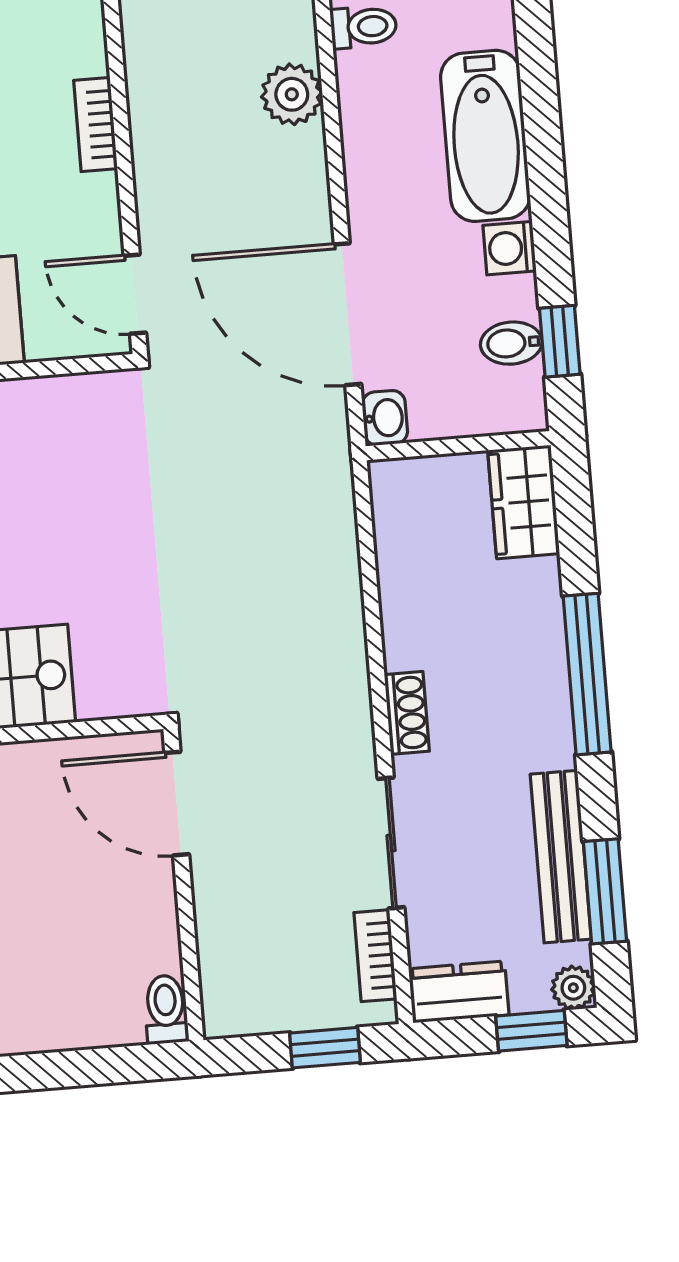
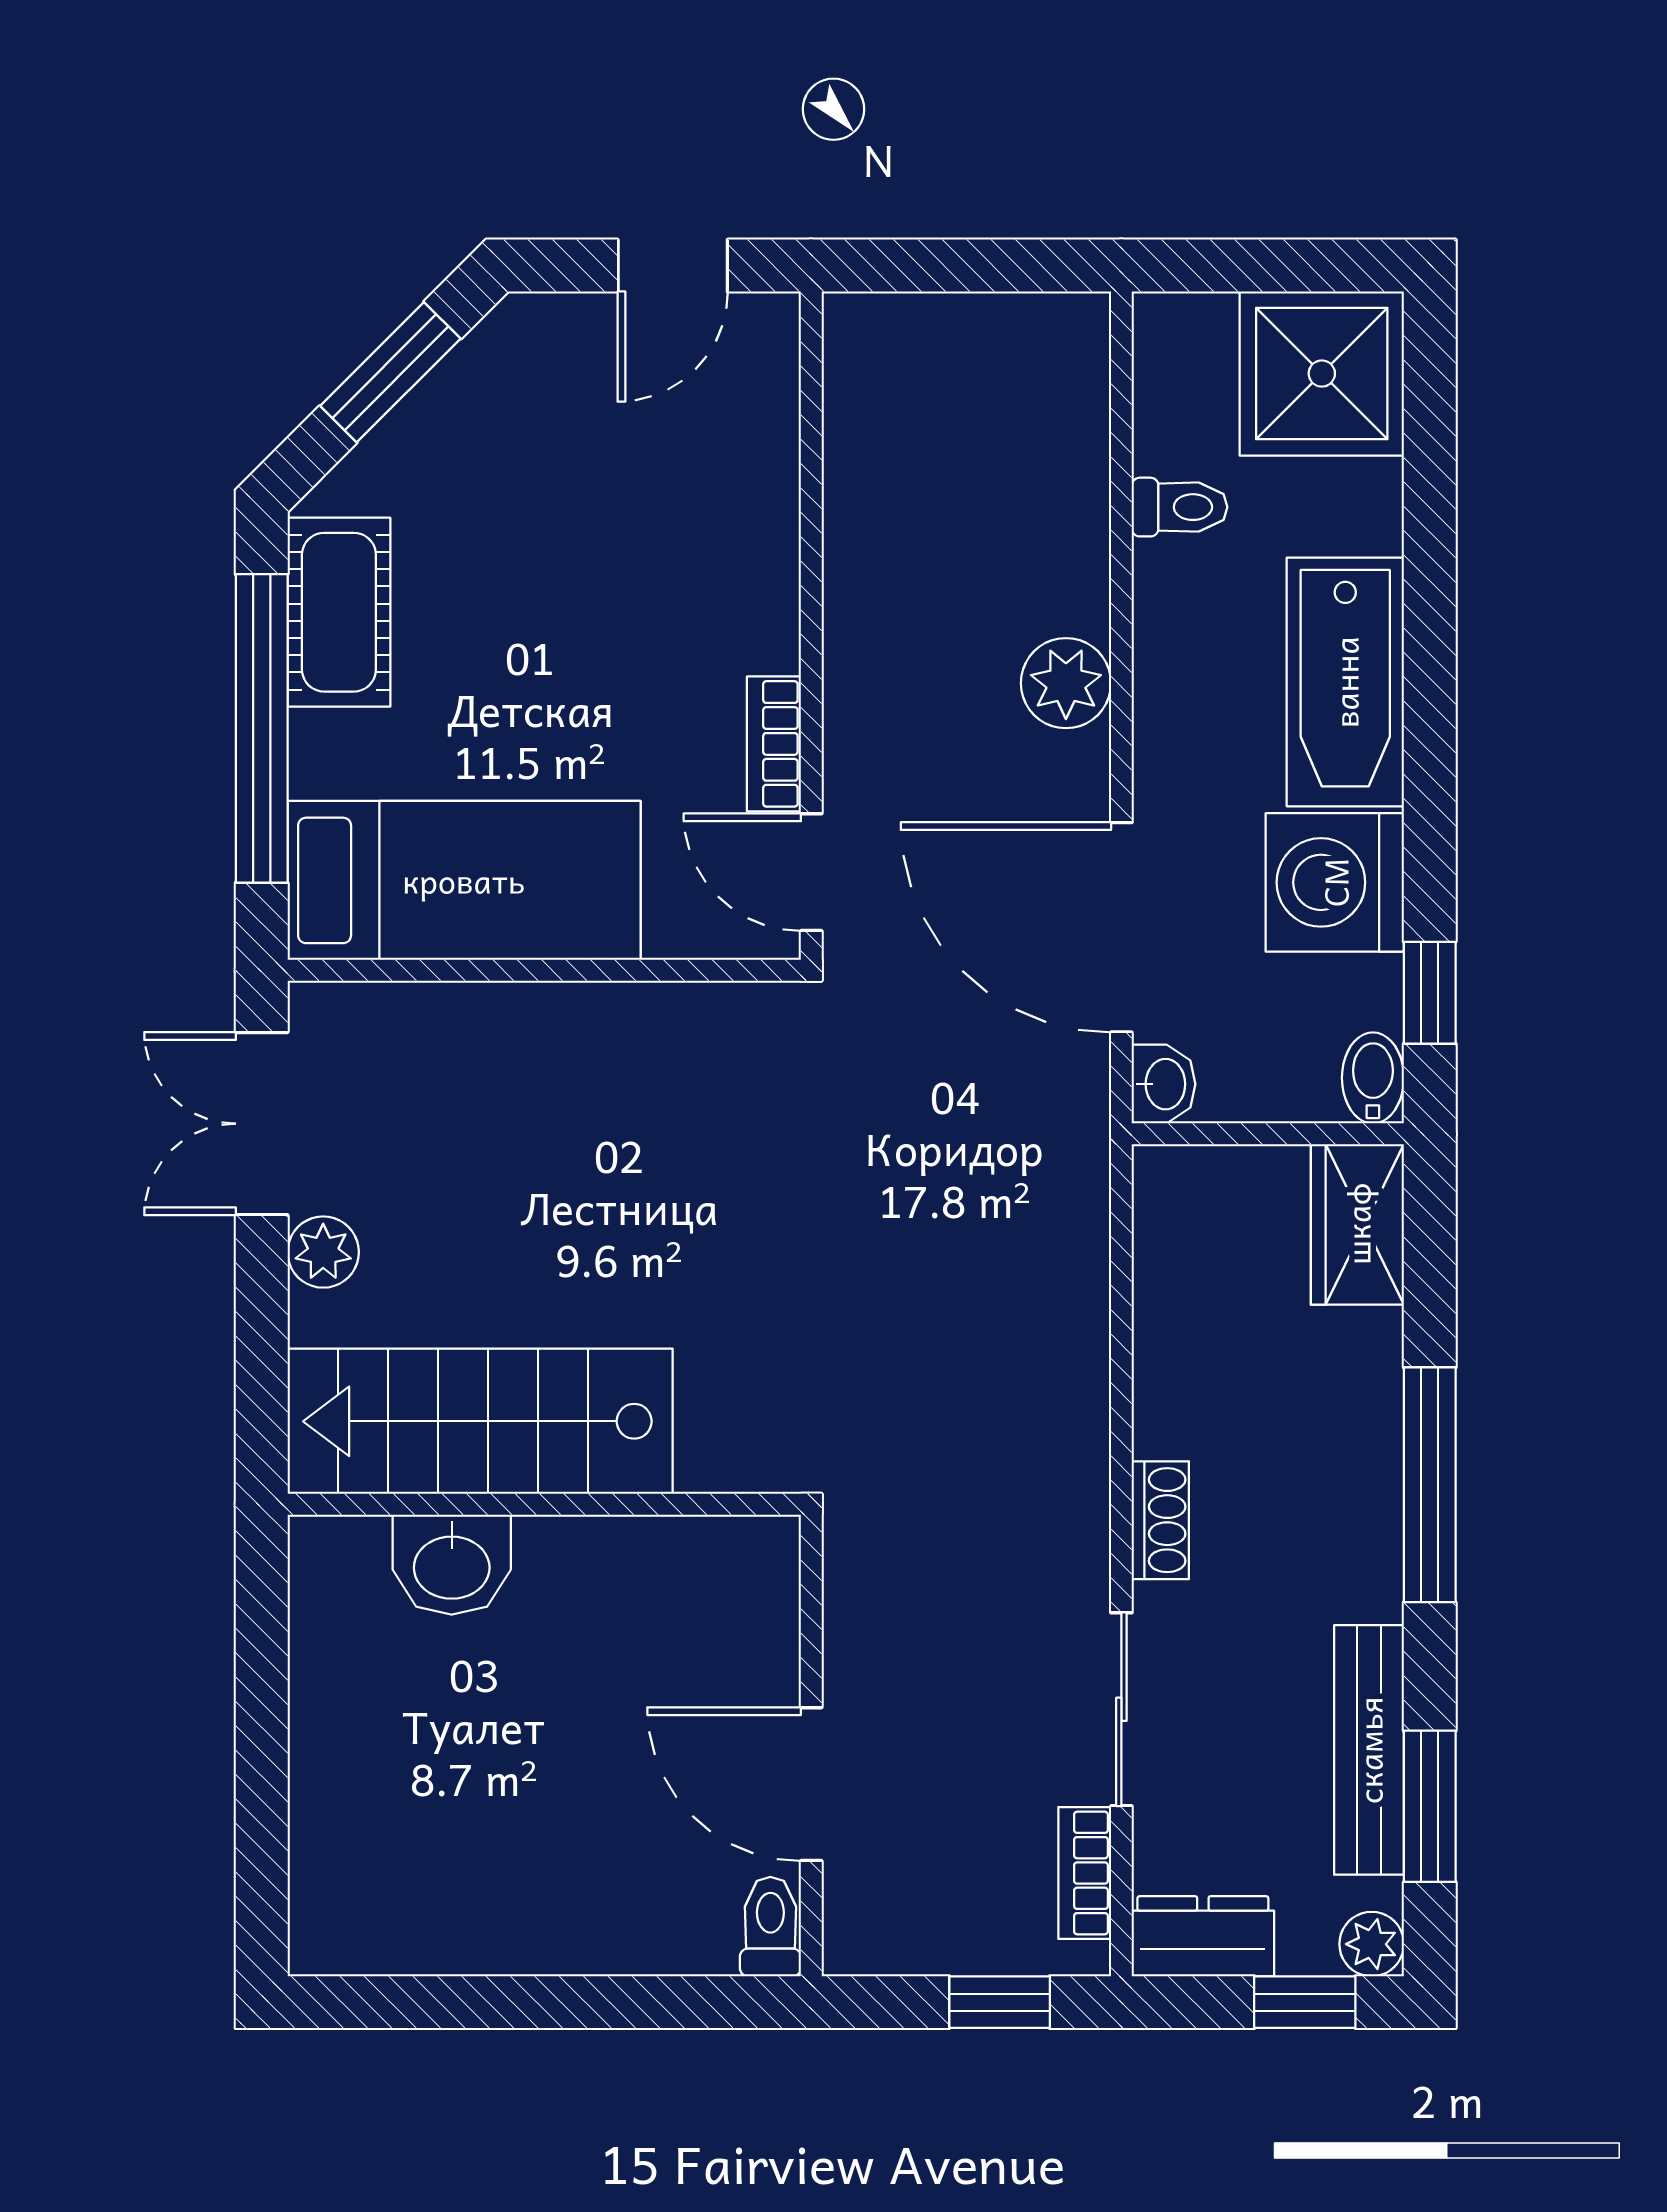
plant: (292, 94) -> (1066, 683), moved
bookcase: (96, 125) -> (774, 744), moved
washing machine: (510, 248) -> (1335, 882), width x1.89, depth x1.89
bidet: (511, 343) -> (1373, 1078), moved, turned 90
door: (177, 804) -> (811, 1784), moved

